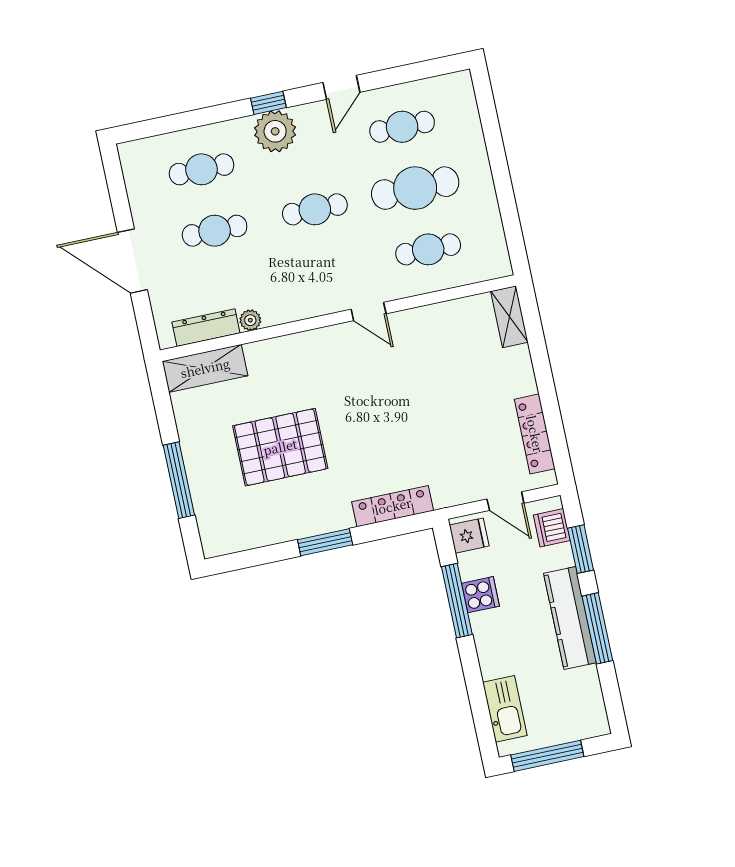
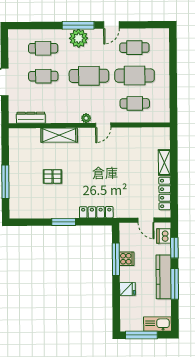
window: (268, 103) -> (78, 25), width x2.17
cafe table: (315, 209) -> (89, 76), width x1.37, depth x1.35
door: (369, 311) -> (103, 125), hinge flipped
shelving: (509, 317) -> (164, 162), moved
plant: (250, 320) -> (86, 118), moved
shelving: (205, 368) -> (59, 135), moved
pallet: (280, 447) -> (53, 176), width x0.49, depth x0.50
fridge: (469, 536) -> (127, 289), moved
kitchen sink: (505, 709) -> (158, 324), moved, turned -90

